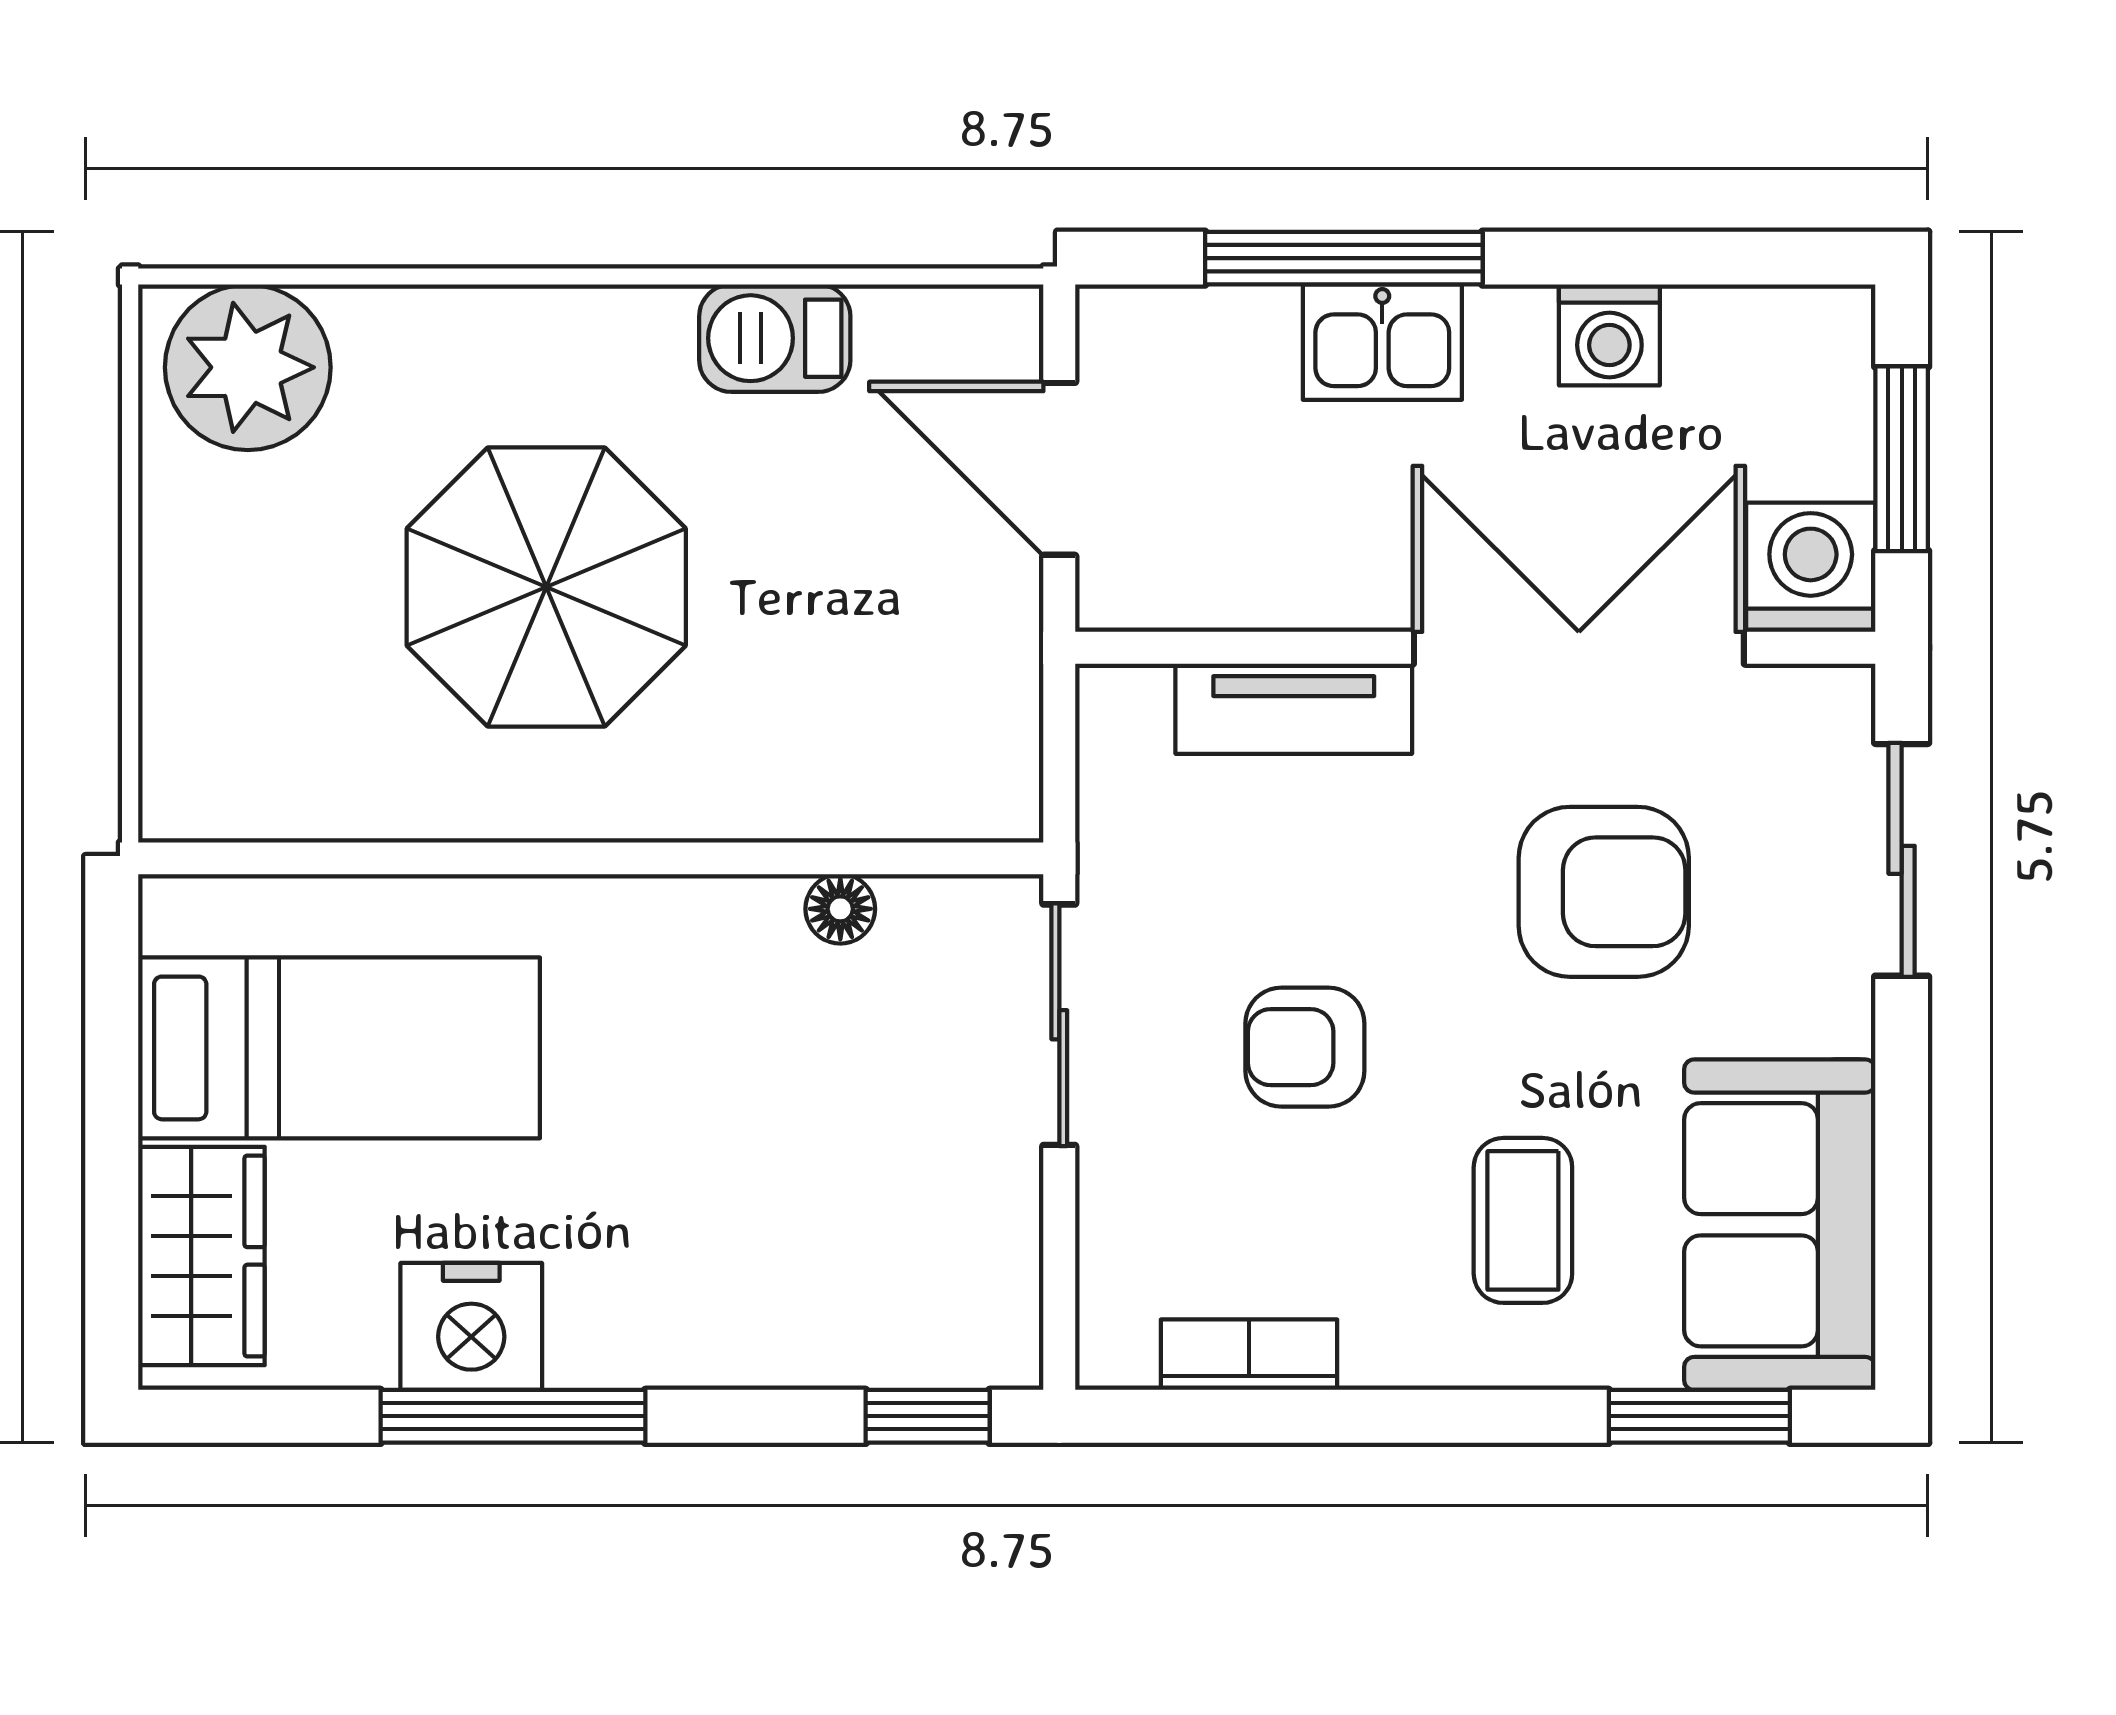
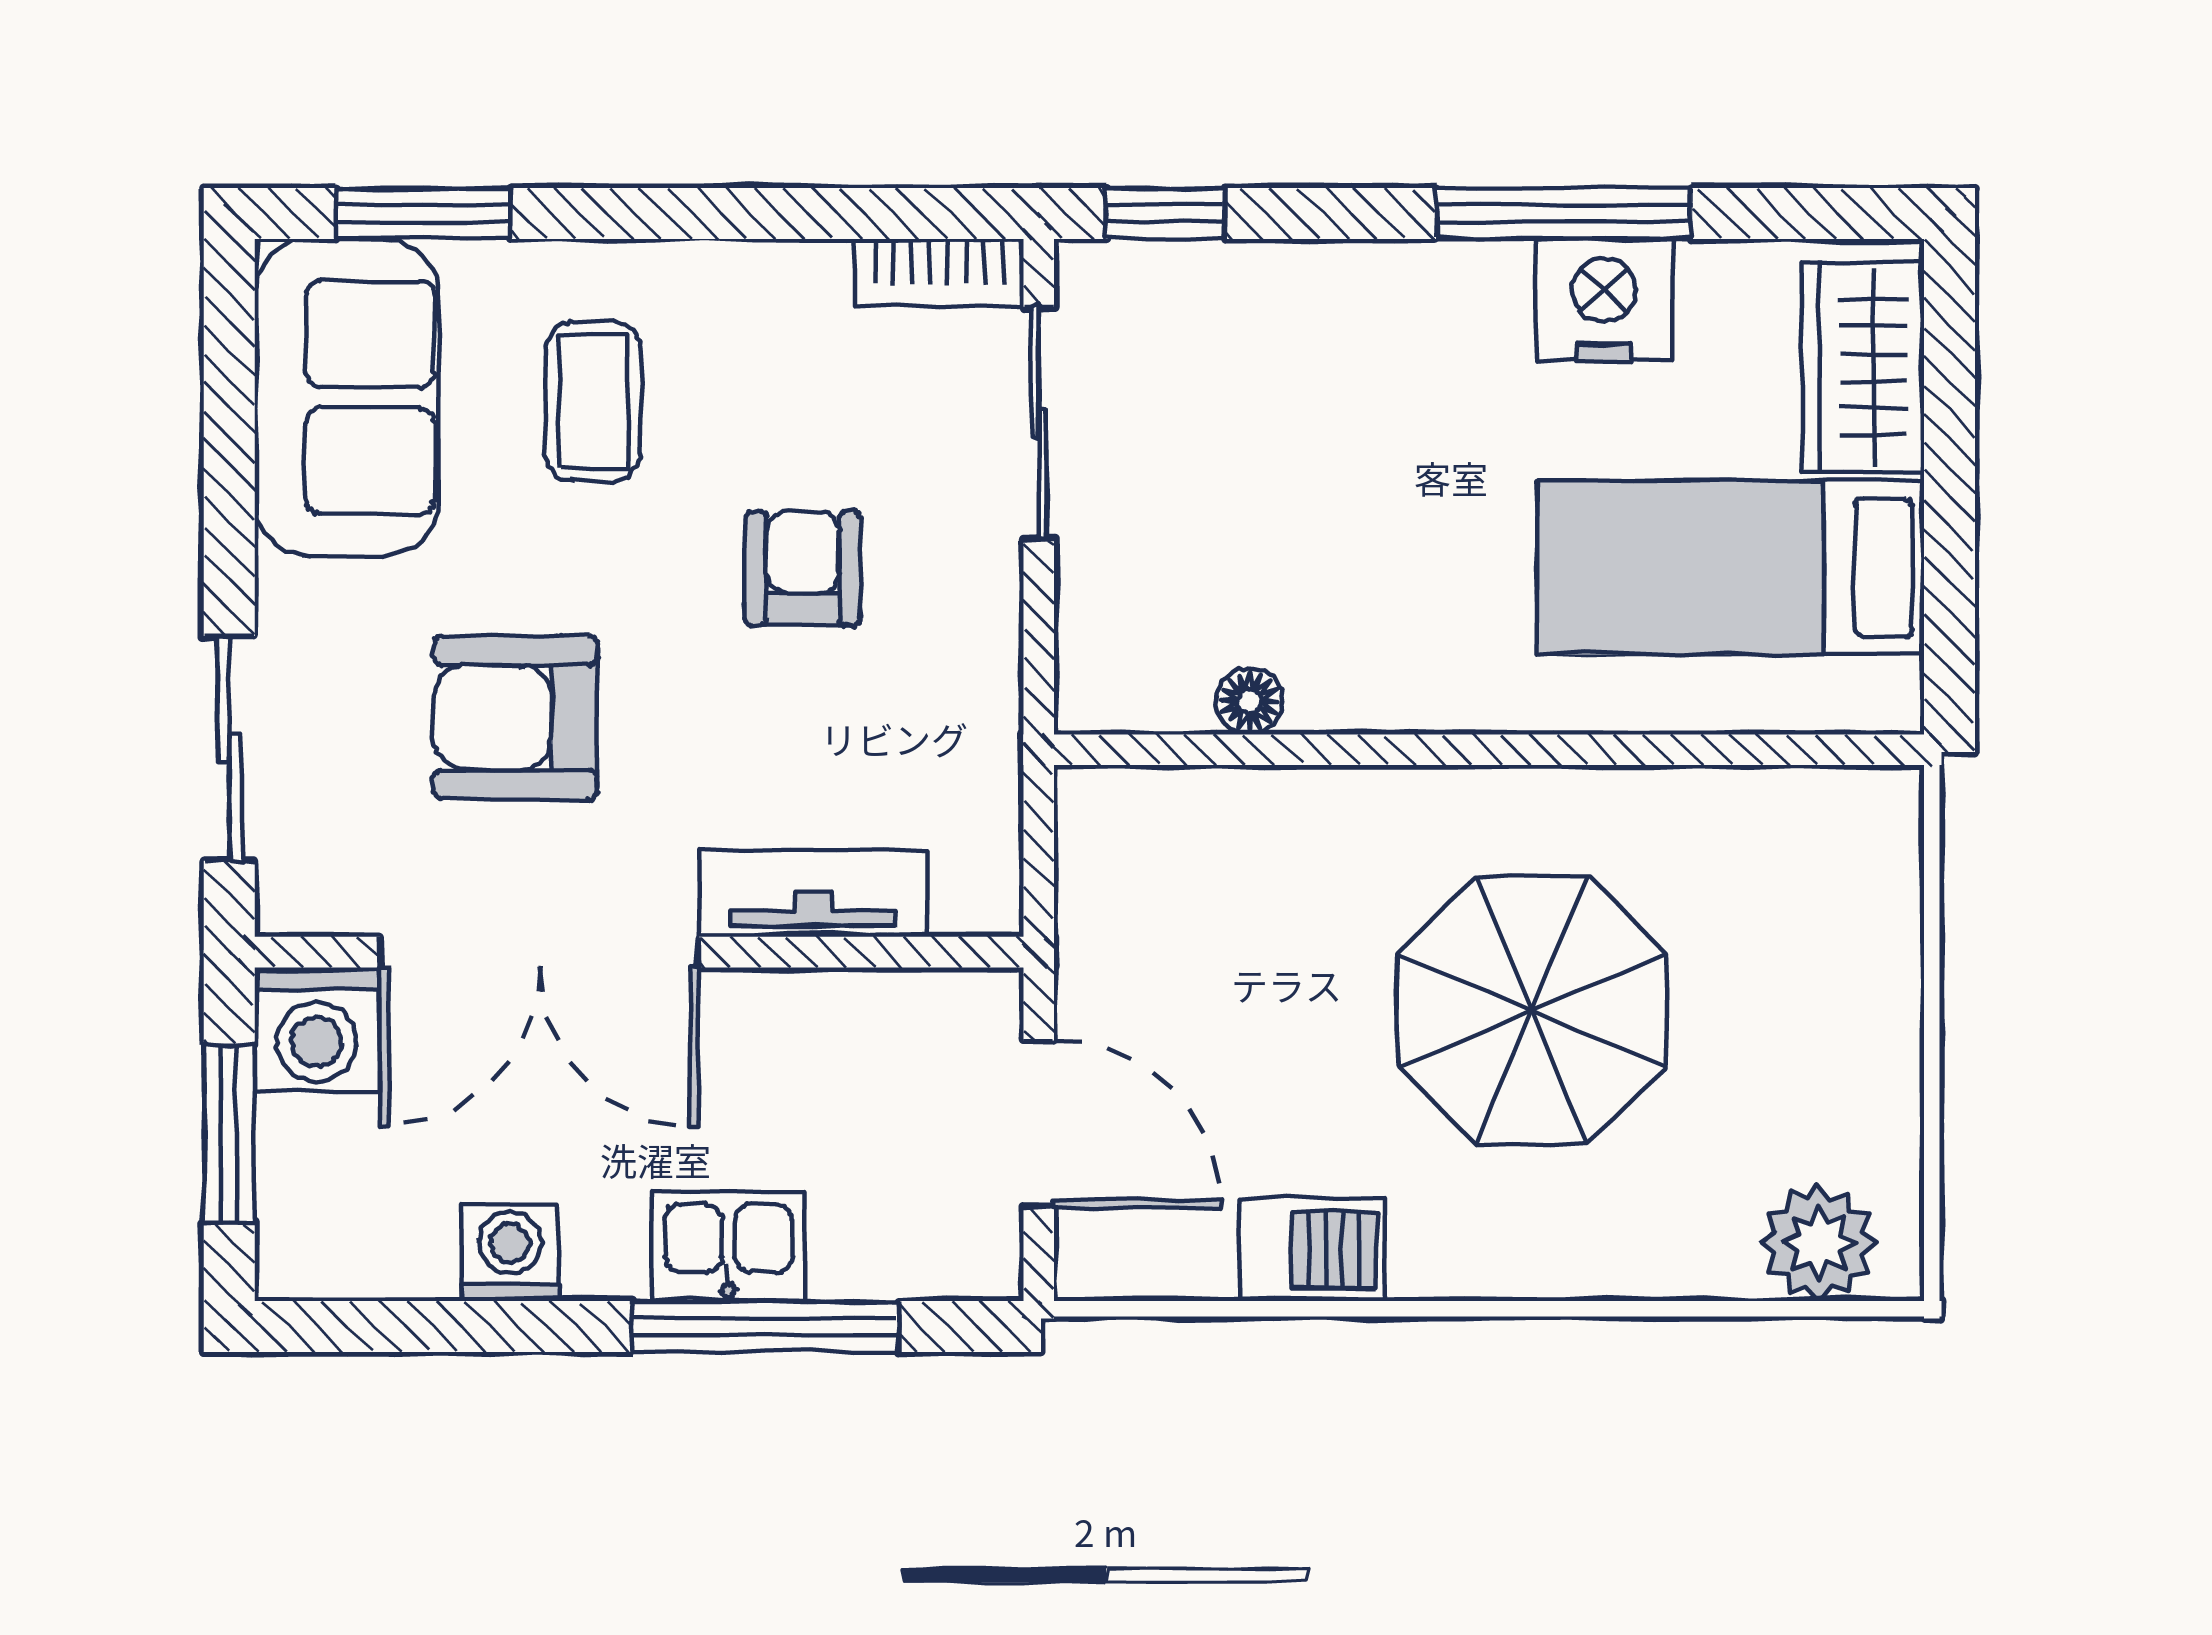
plant: (248, 367) -> (1819, 1243), width x0.73, depth x0.73
sliding door: (1059, 1025) -> (1039, 423), moved
armchair: (1305, 1047) -> (803, 568), turned -90
bookcase: (1249, 1355) -> (939, 273), moved

